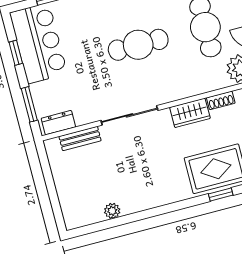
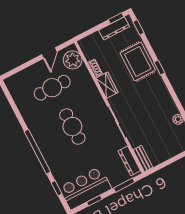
dresser: (58, 123) -> (129, 161), width x1.44
bench: (80, 139) -> (143, 159), moved
window: (221, 195) -> (159, 68), moved

